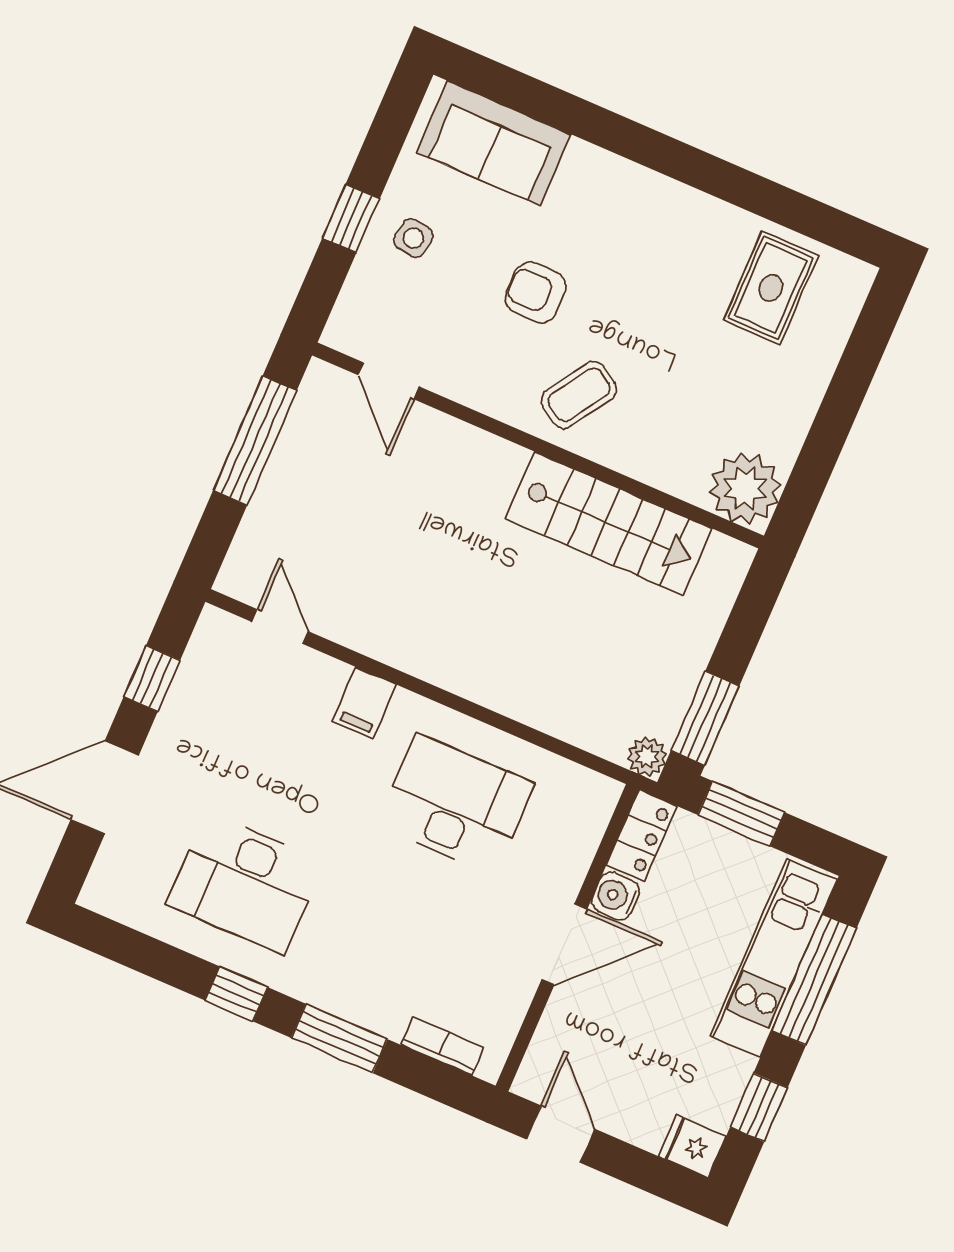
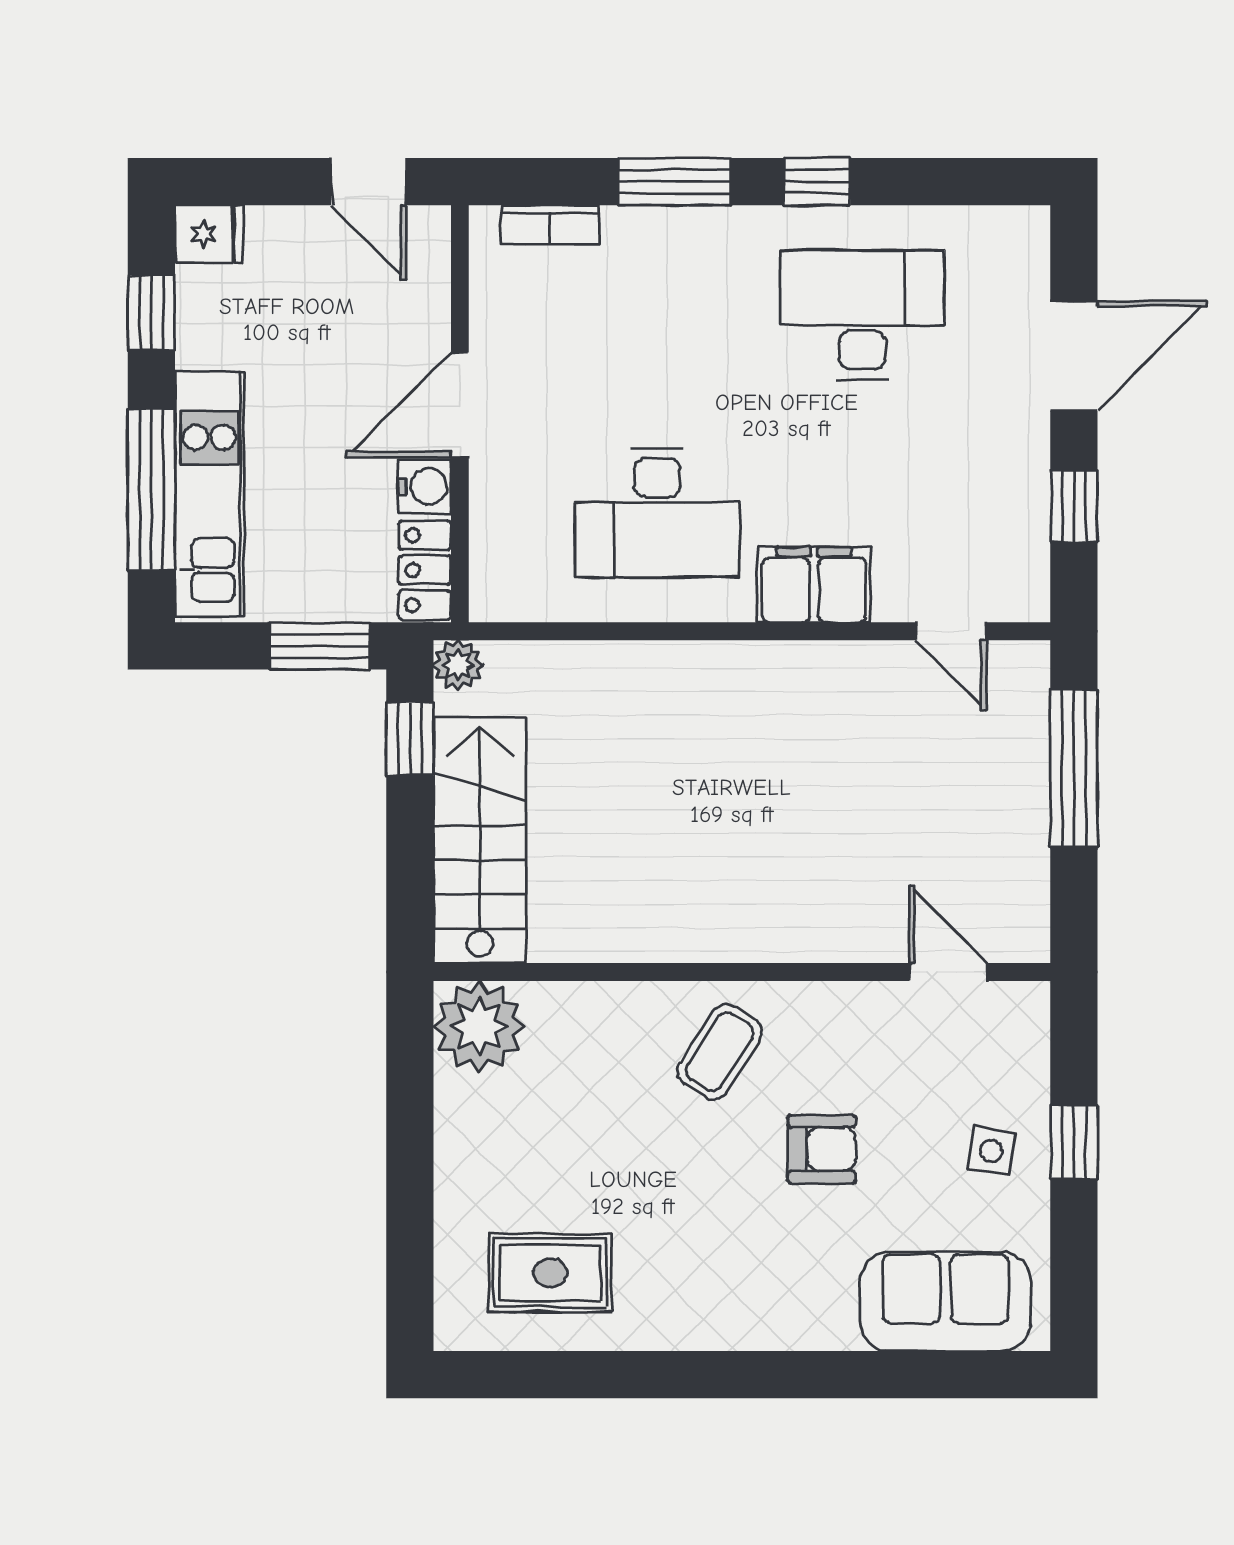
rug: (771, 288) -> (550, 1273), turned 90
window: (255, 441) -> (1074, 768), moved
stairs: (609, 523) -> (480, 840), moved, turned 90
filing cabinet: (365, 703) -> (814, 585), width x2.00
window: (705, 718) -> (410, 739), width x0.67

